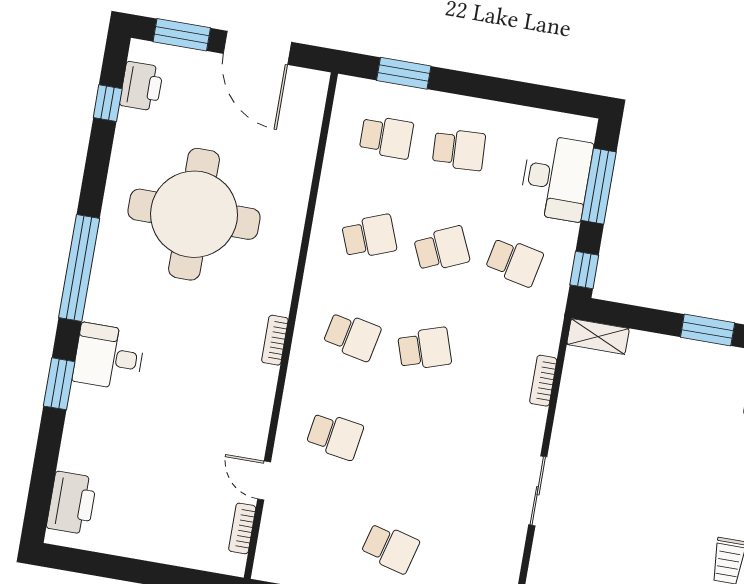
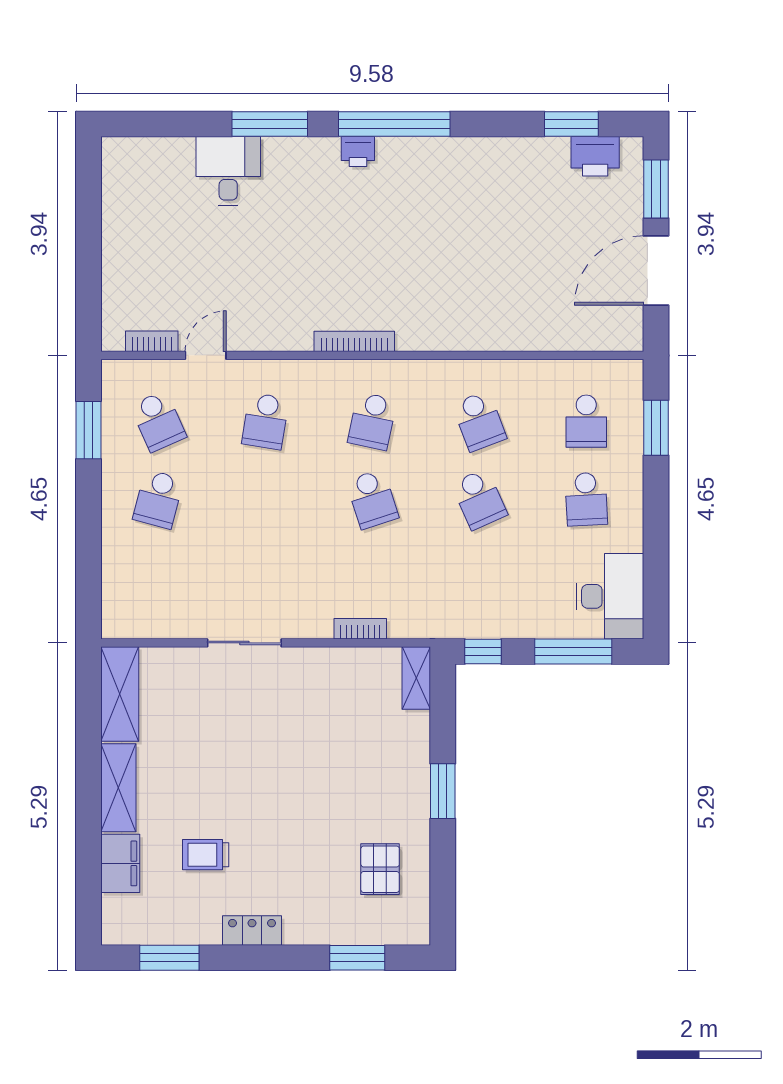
window: (108, 103) -> (571, 124), width x1.50
desk: (556, 178) -> (610, 596), moved, turned -90
round table: (194, 214) -> (471, 234), removed
school desk: (514, 262) -> (158, 421), moved, turned -36
bookcase: (275, 340) -> (354, 341), width x1.56
desk: (109, 357) -> (228, 171), moved
window: (59, 384) -> (270, 124), width x1.44
printer: (72, 503) -> (358, 151), moved, width x0.53, depth x0.68

